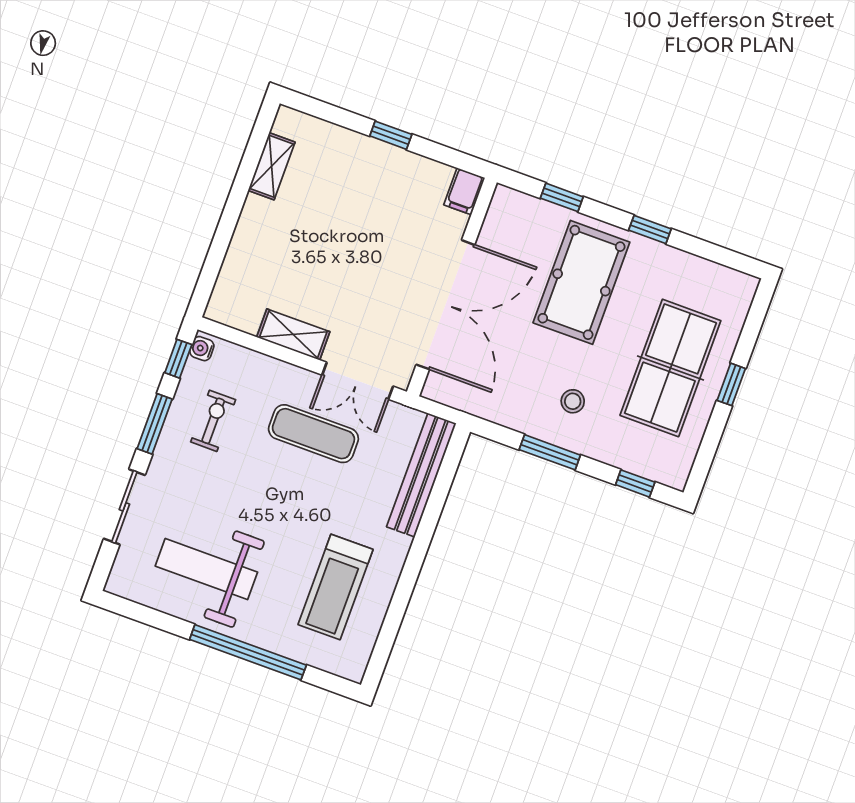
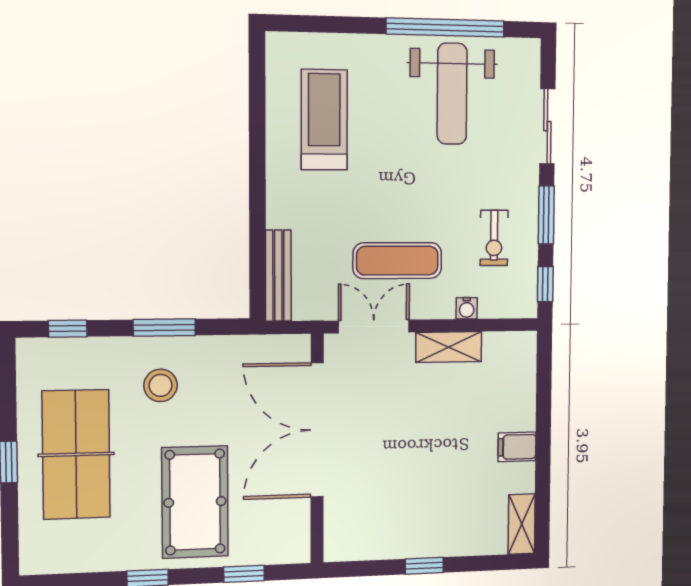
shelving: (272, 166) -> (522, 524), moved
filing cabinet: (464, 191) -> (517, 447), moved, turned -90
water cooler: (202, 349) -> (467, 308), moved, turned 90
stool: (573, 401) -> (161, 385), width x1.37, depth x1.37
bench: (421, 475) -> (278, 276), width x0.73, depth x0.82
weight bench: (206, 569) -> (452, 94), turned 90
window: (248, 652) -> (445, 28), moved

